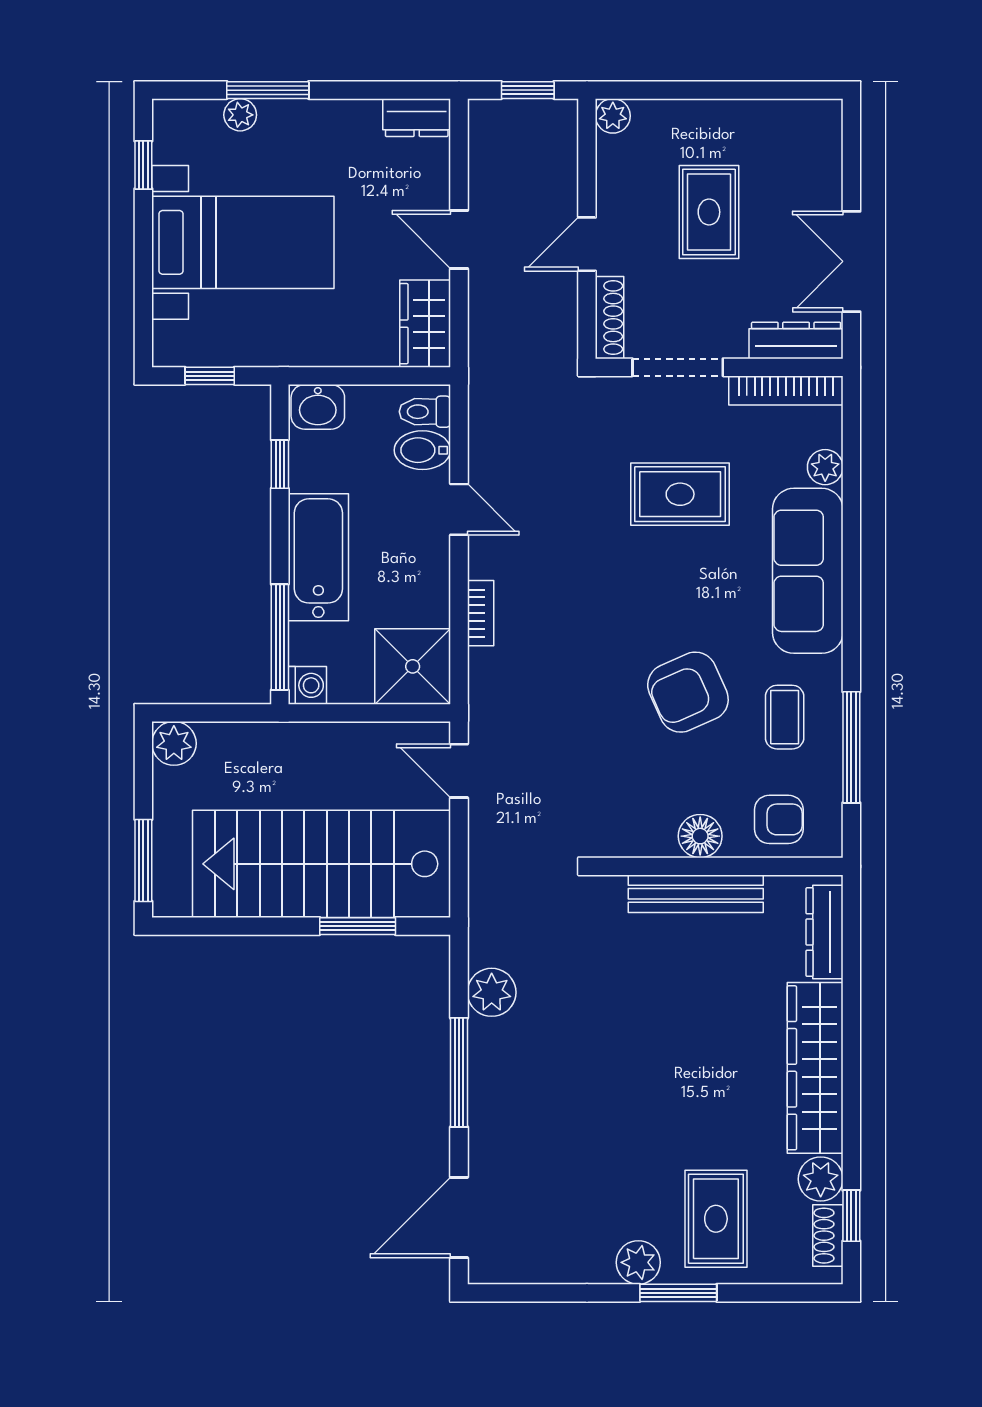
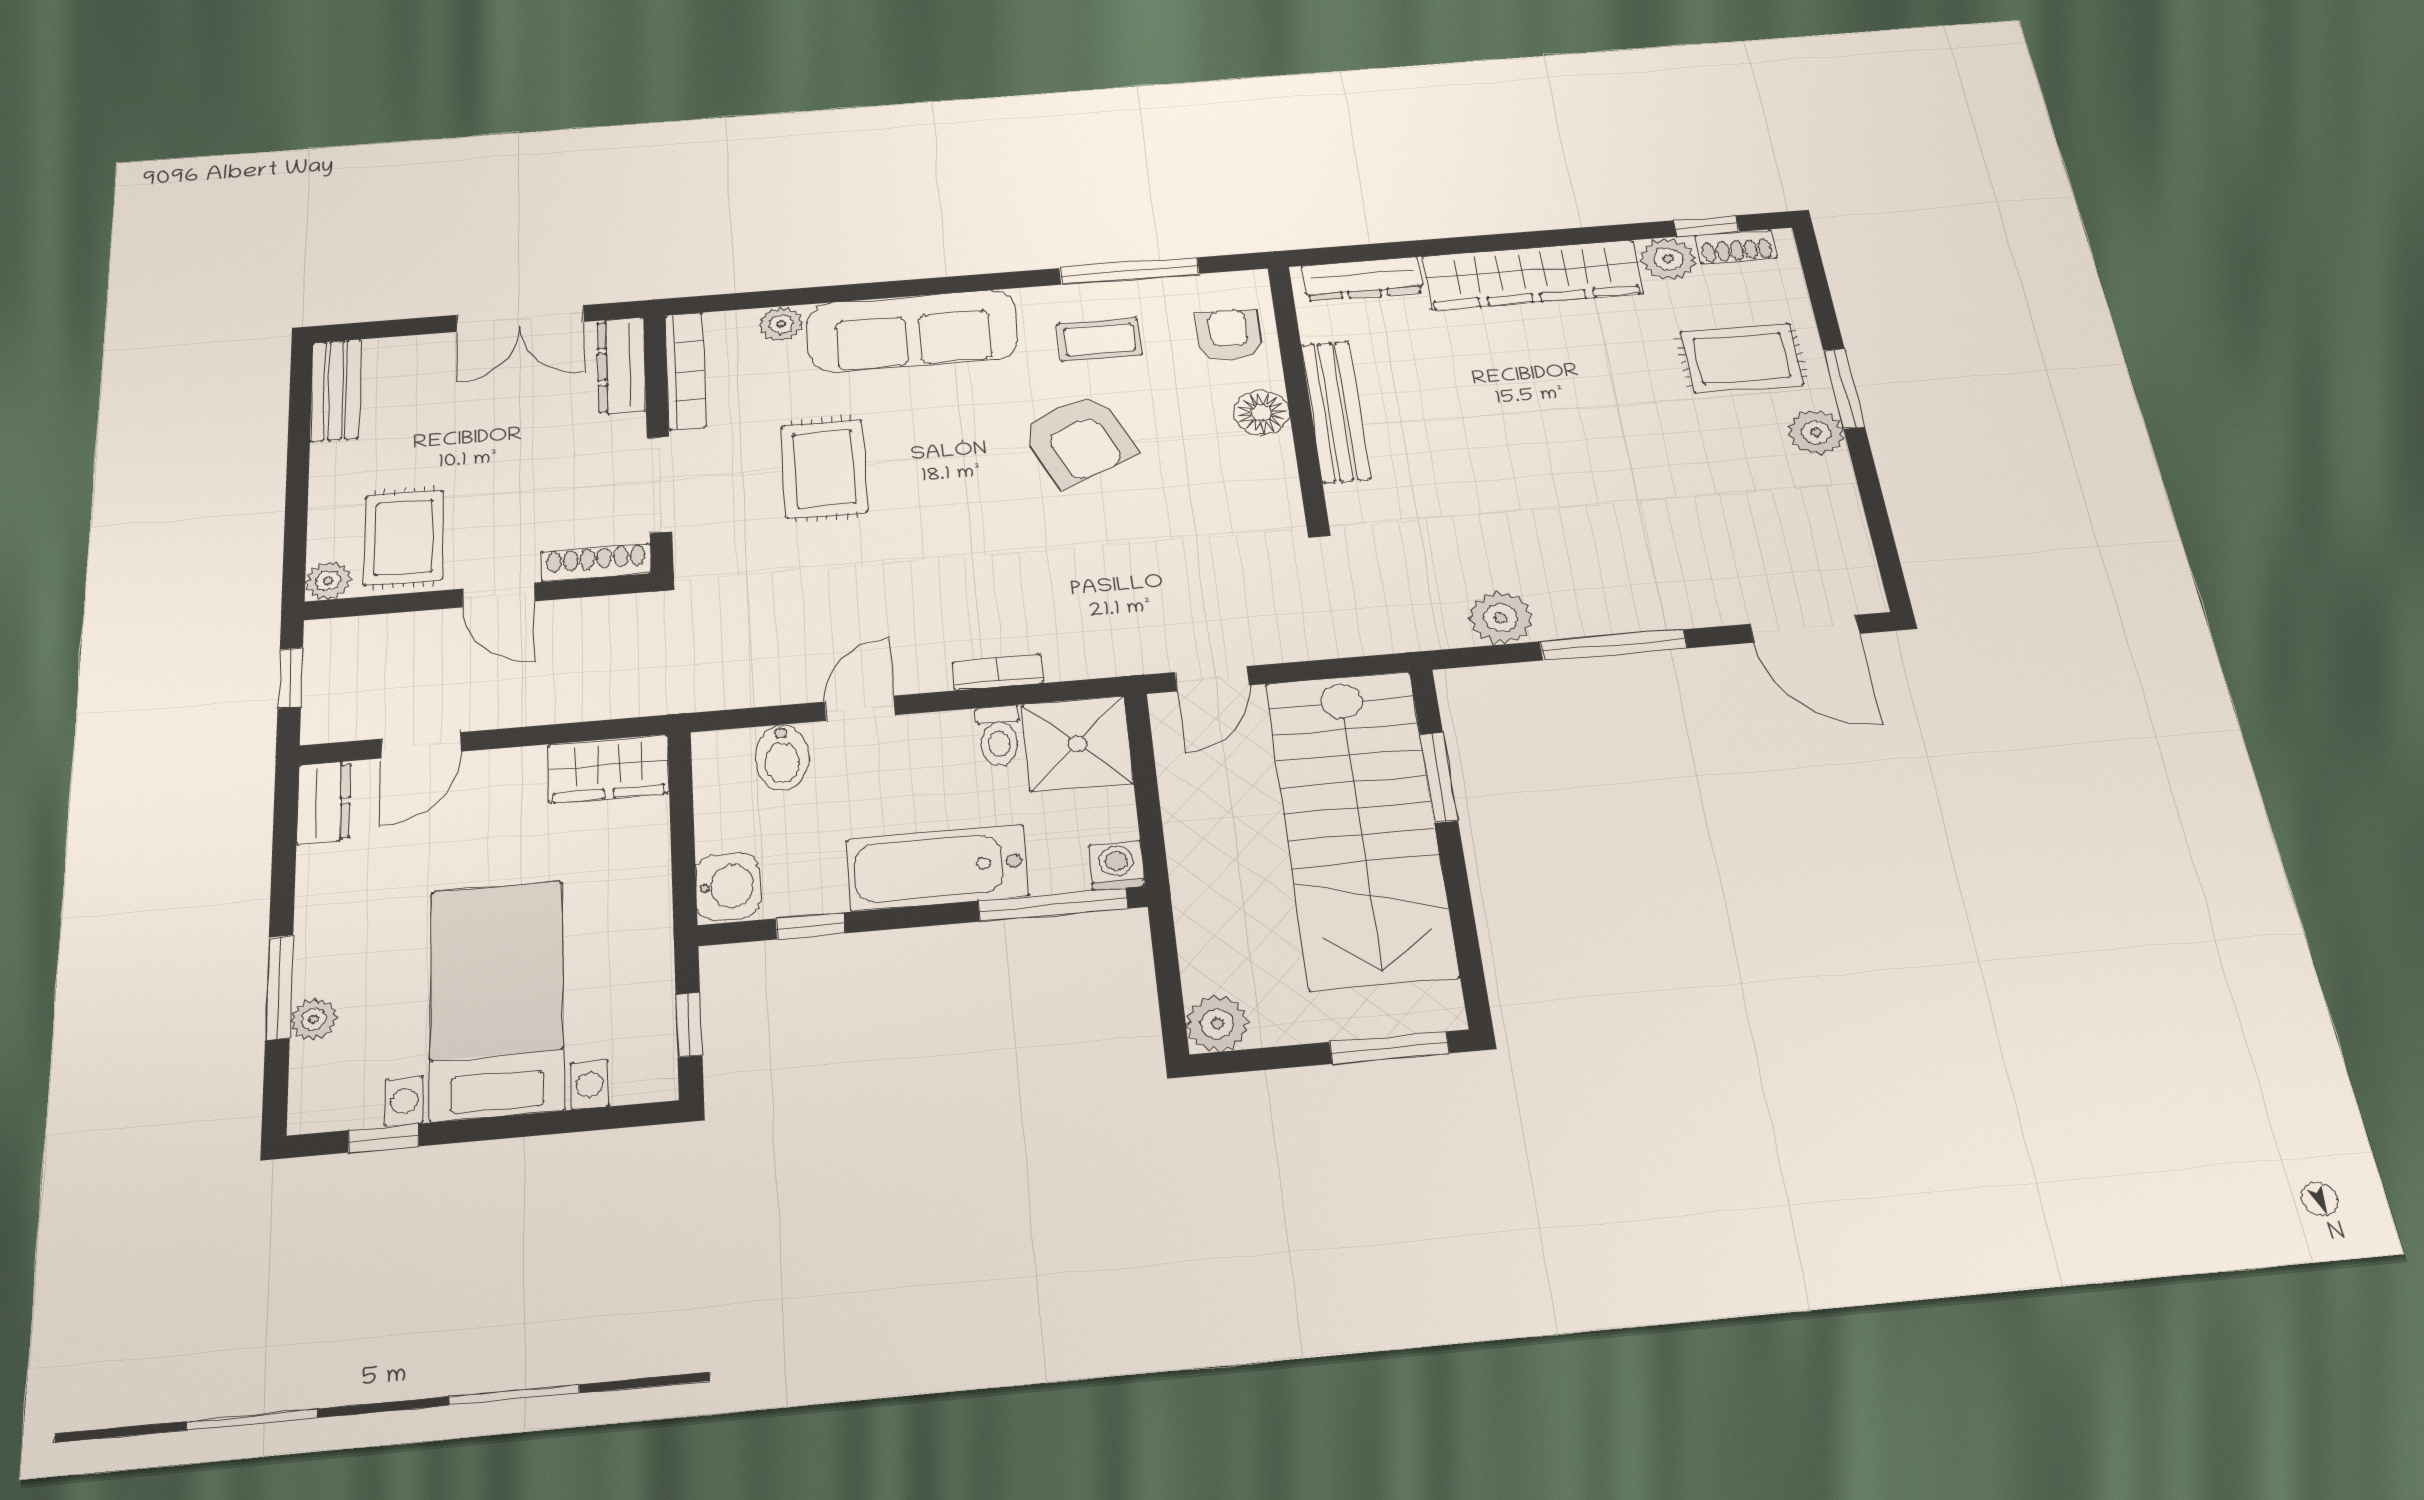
bench: (794, 117) -> (336, 390), added
rug: (709, 212) -> (404, 538), moved, turned 90
door: (459, 239) -> (421, 745), moved
toilet: (425, 412) -> (999, 736), moved

